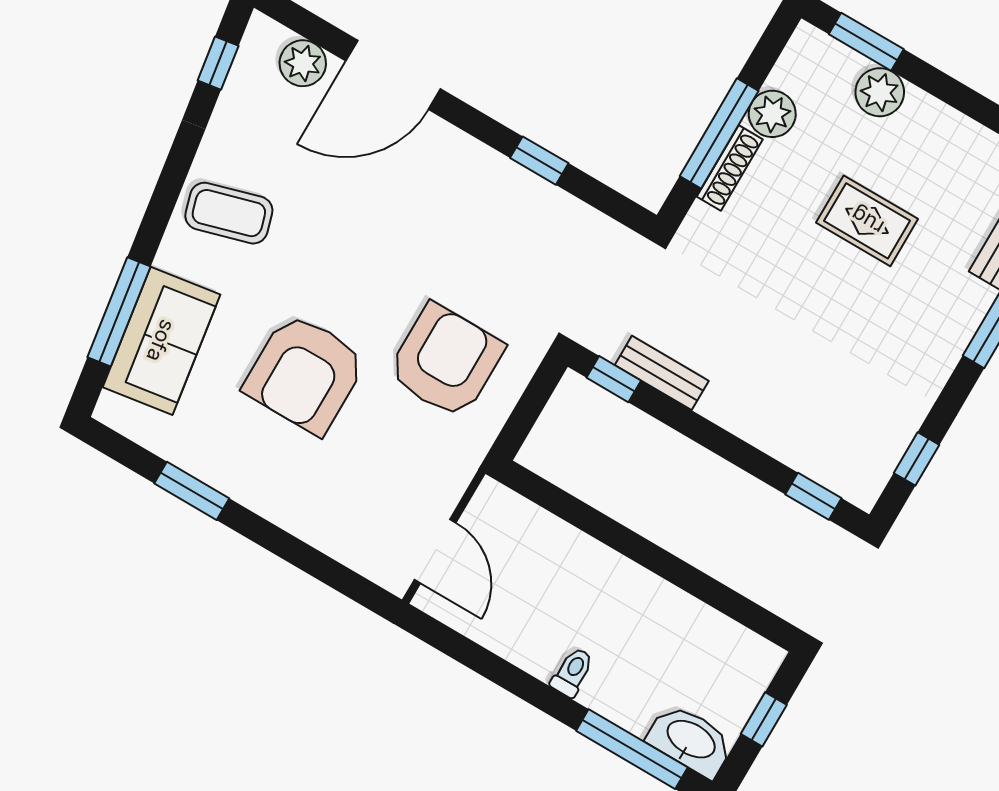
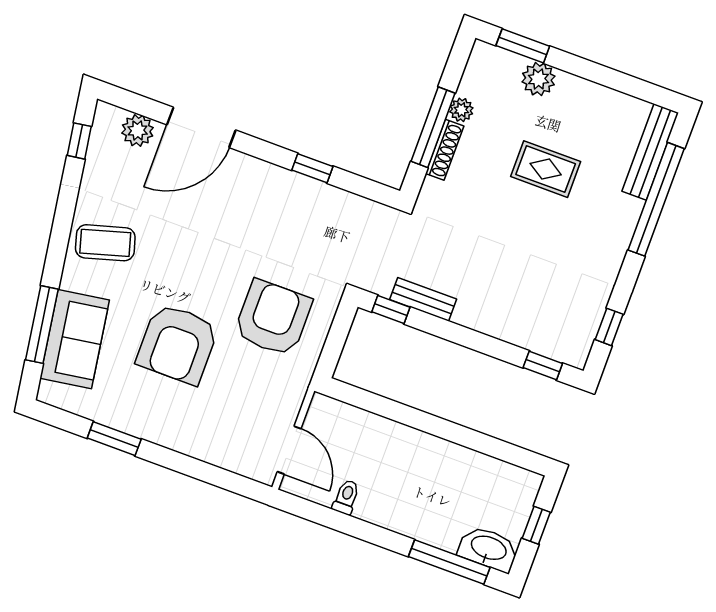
plant: (772, 114) -> (461, 110), width x0.73, depth x0.73
toilet: (572, 672) -> (346, 497), moved

